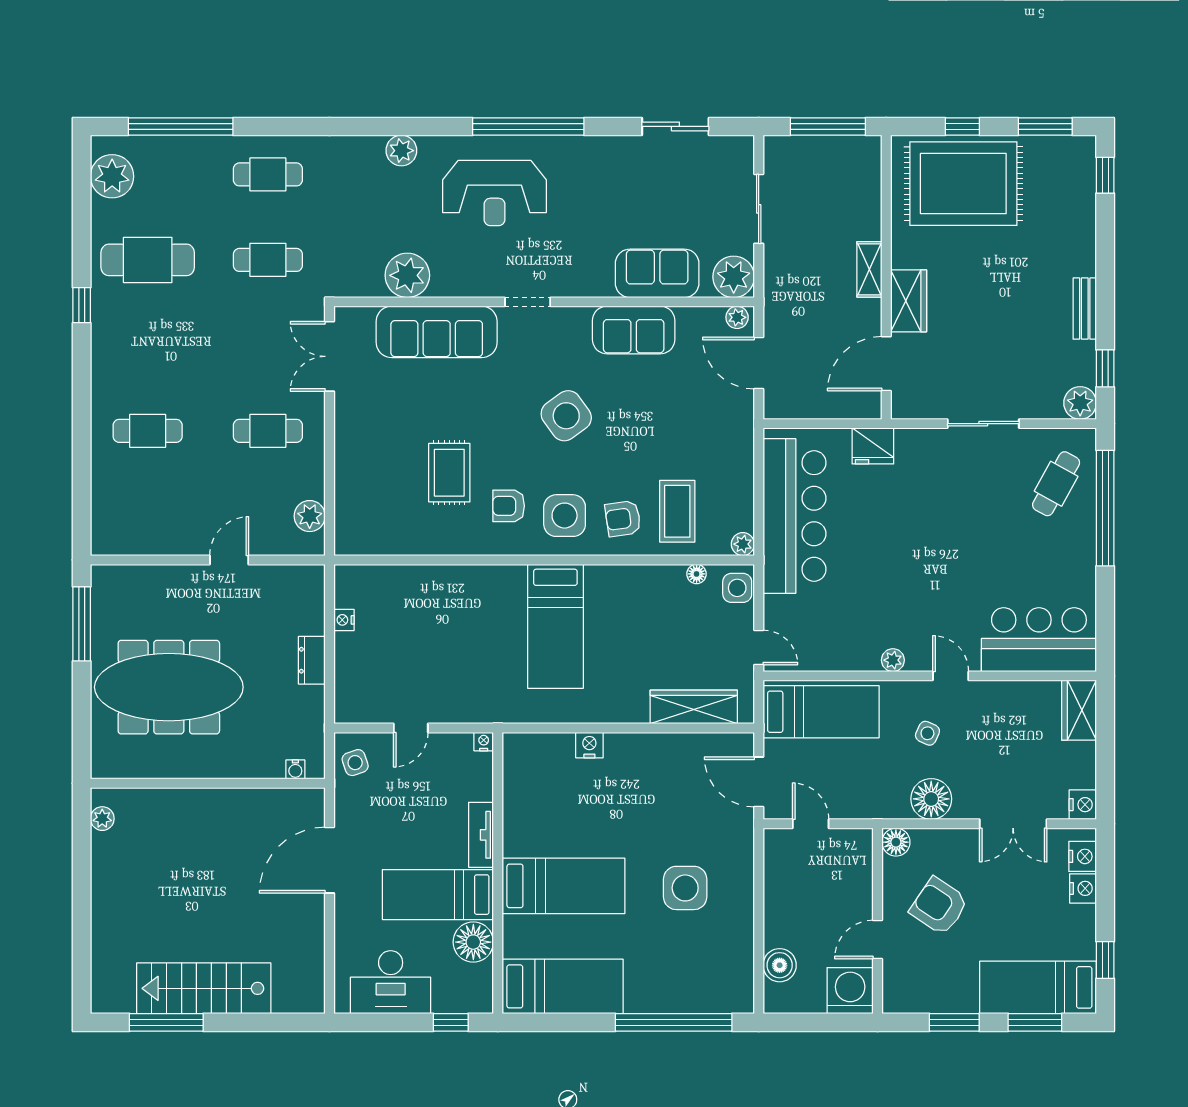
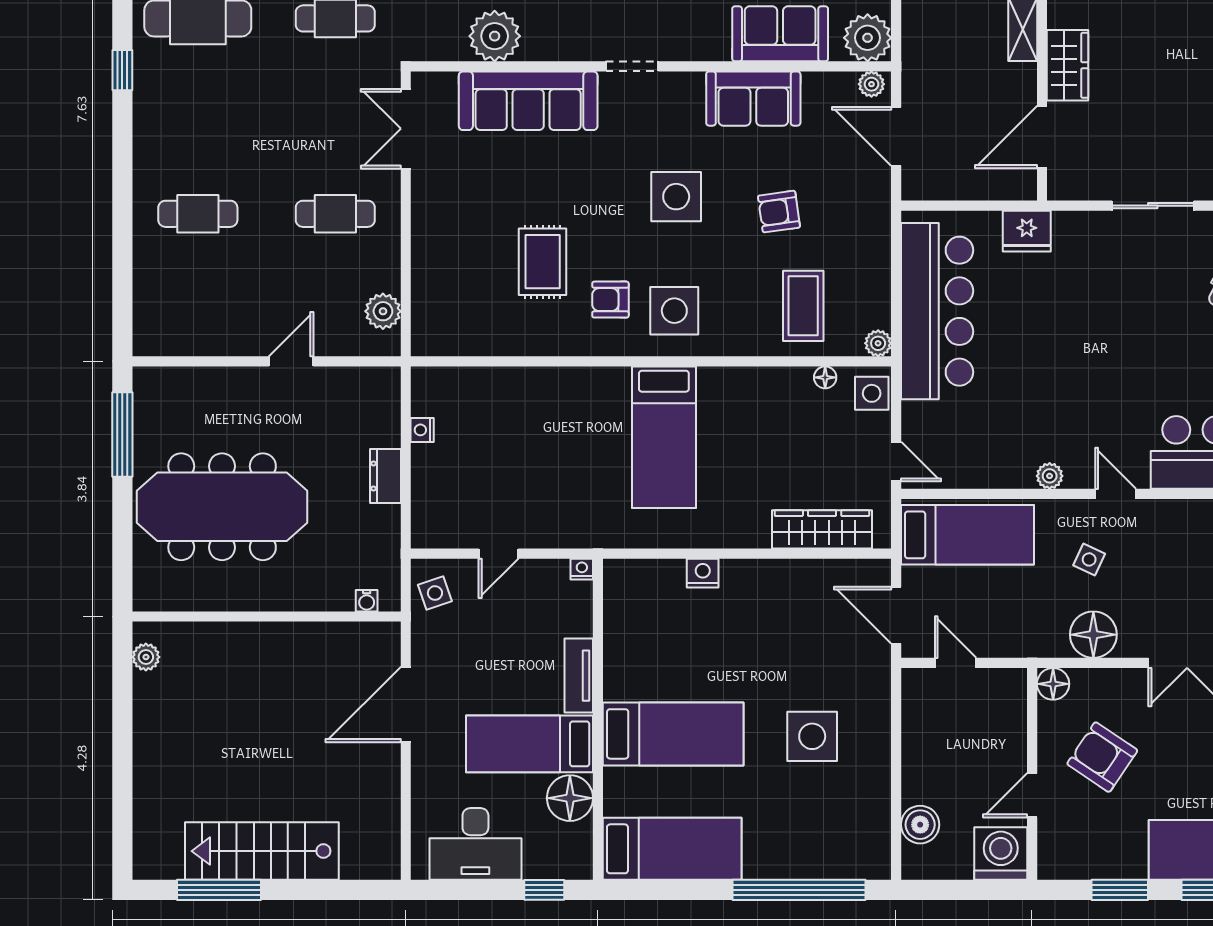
side table: (566, 416) -> (676, 197), turned 36
armchair: (623, 519) -> (779, 212), moved

